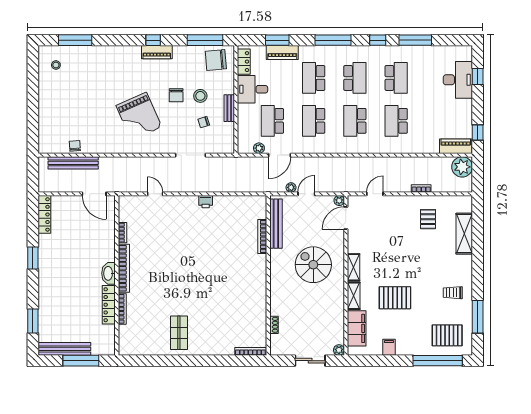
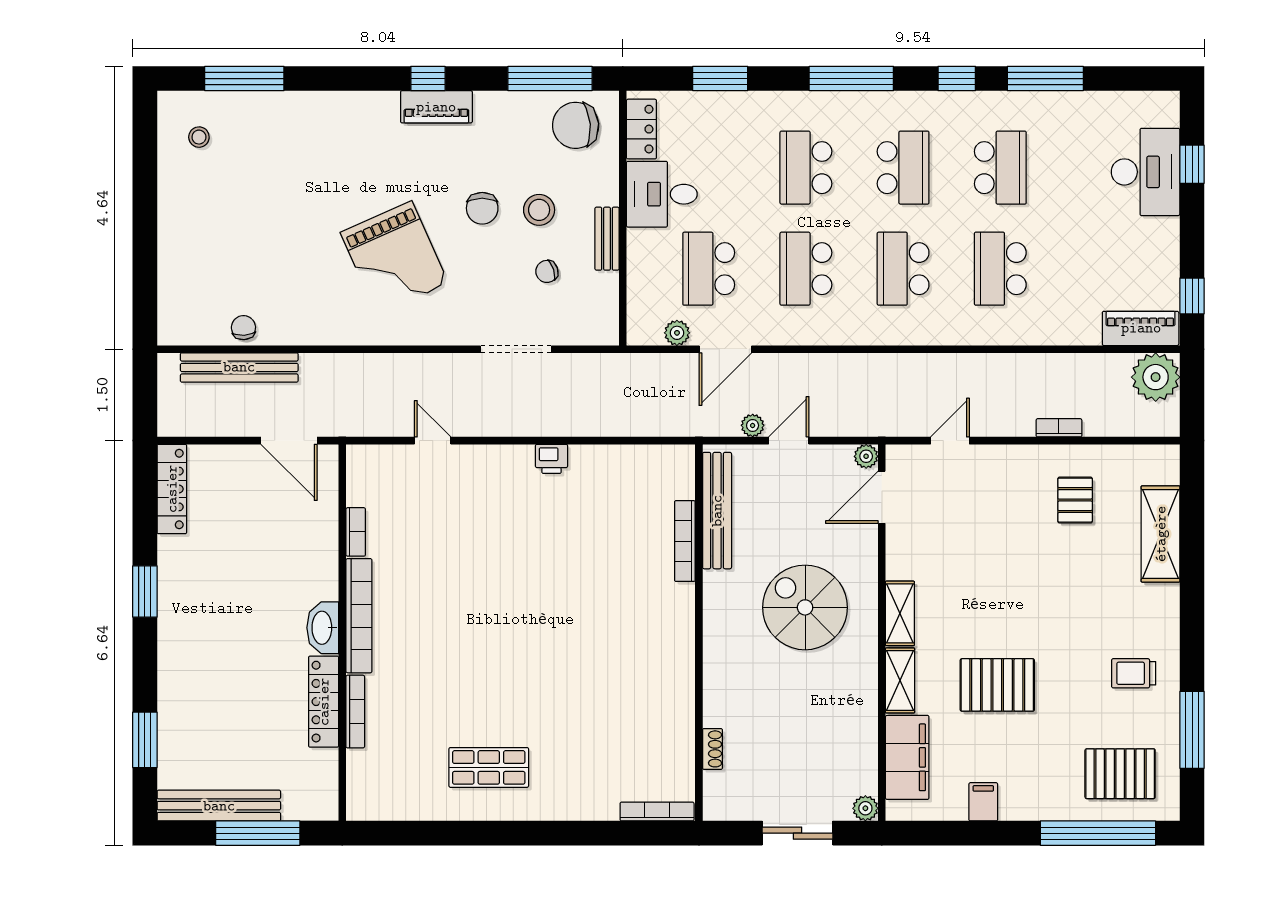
piano: (282, 52) -> (732, 107), removed
shop shelf: (179, 333) -> (489, 767), turned 90

